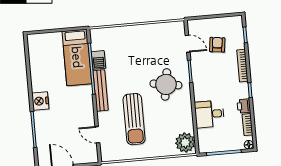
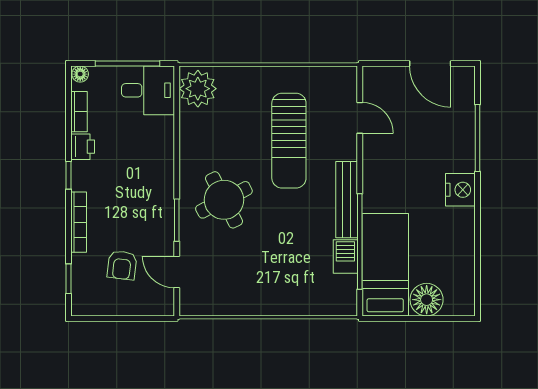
floor lamp: (53, 41) -> (427, 300), added
round table: (166, 84) -> (224, 200), turned -36
desk: (209, 114) -> (148, 90), moved
sun lounger: (134, 119) -> (289, 141), turned 180

